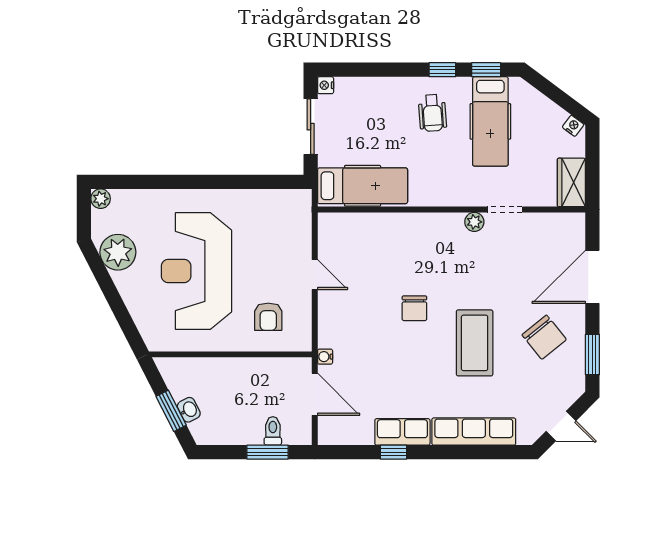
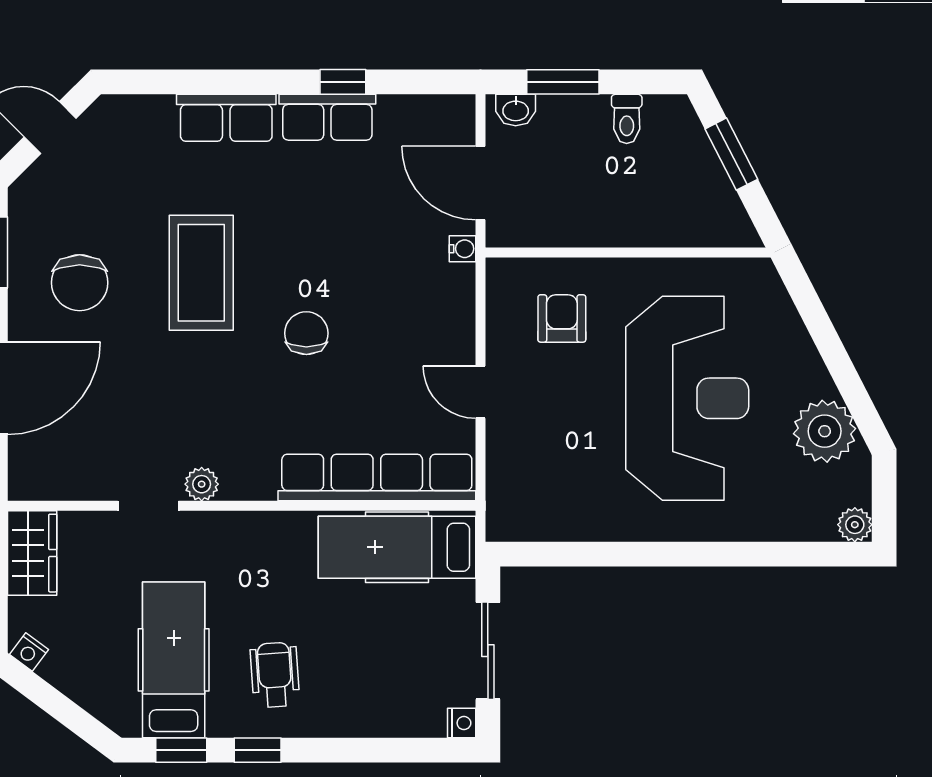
row of seats: (374, 226) -> (377, 477), added
chair: (544, 337) -> (80, 283), turned -141
washbasin: (189, 410) -> (516, 110), moved, turned -63
toilet: (273, 431) -> (627, 119), moved
row of seats: (474, 432) -> (226, 118), width x0.68

